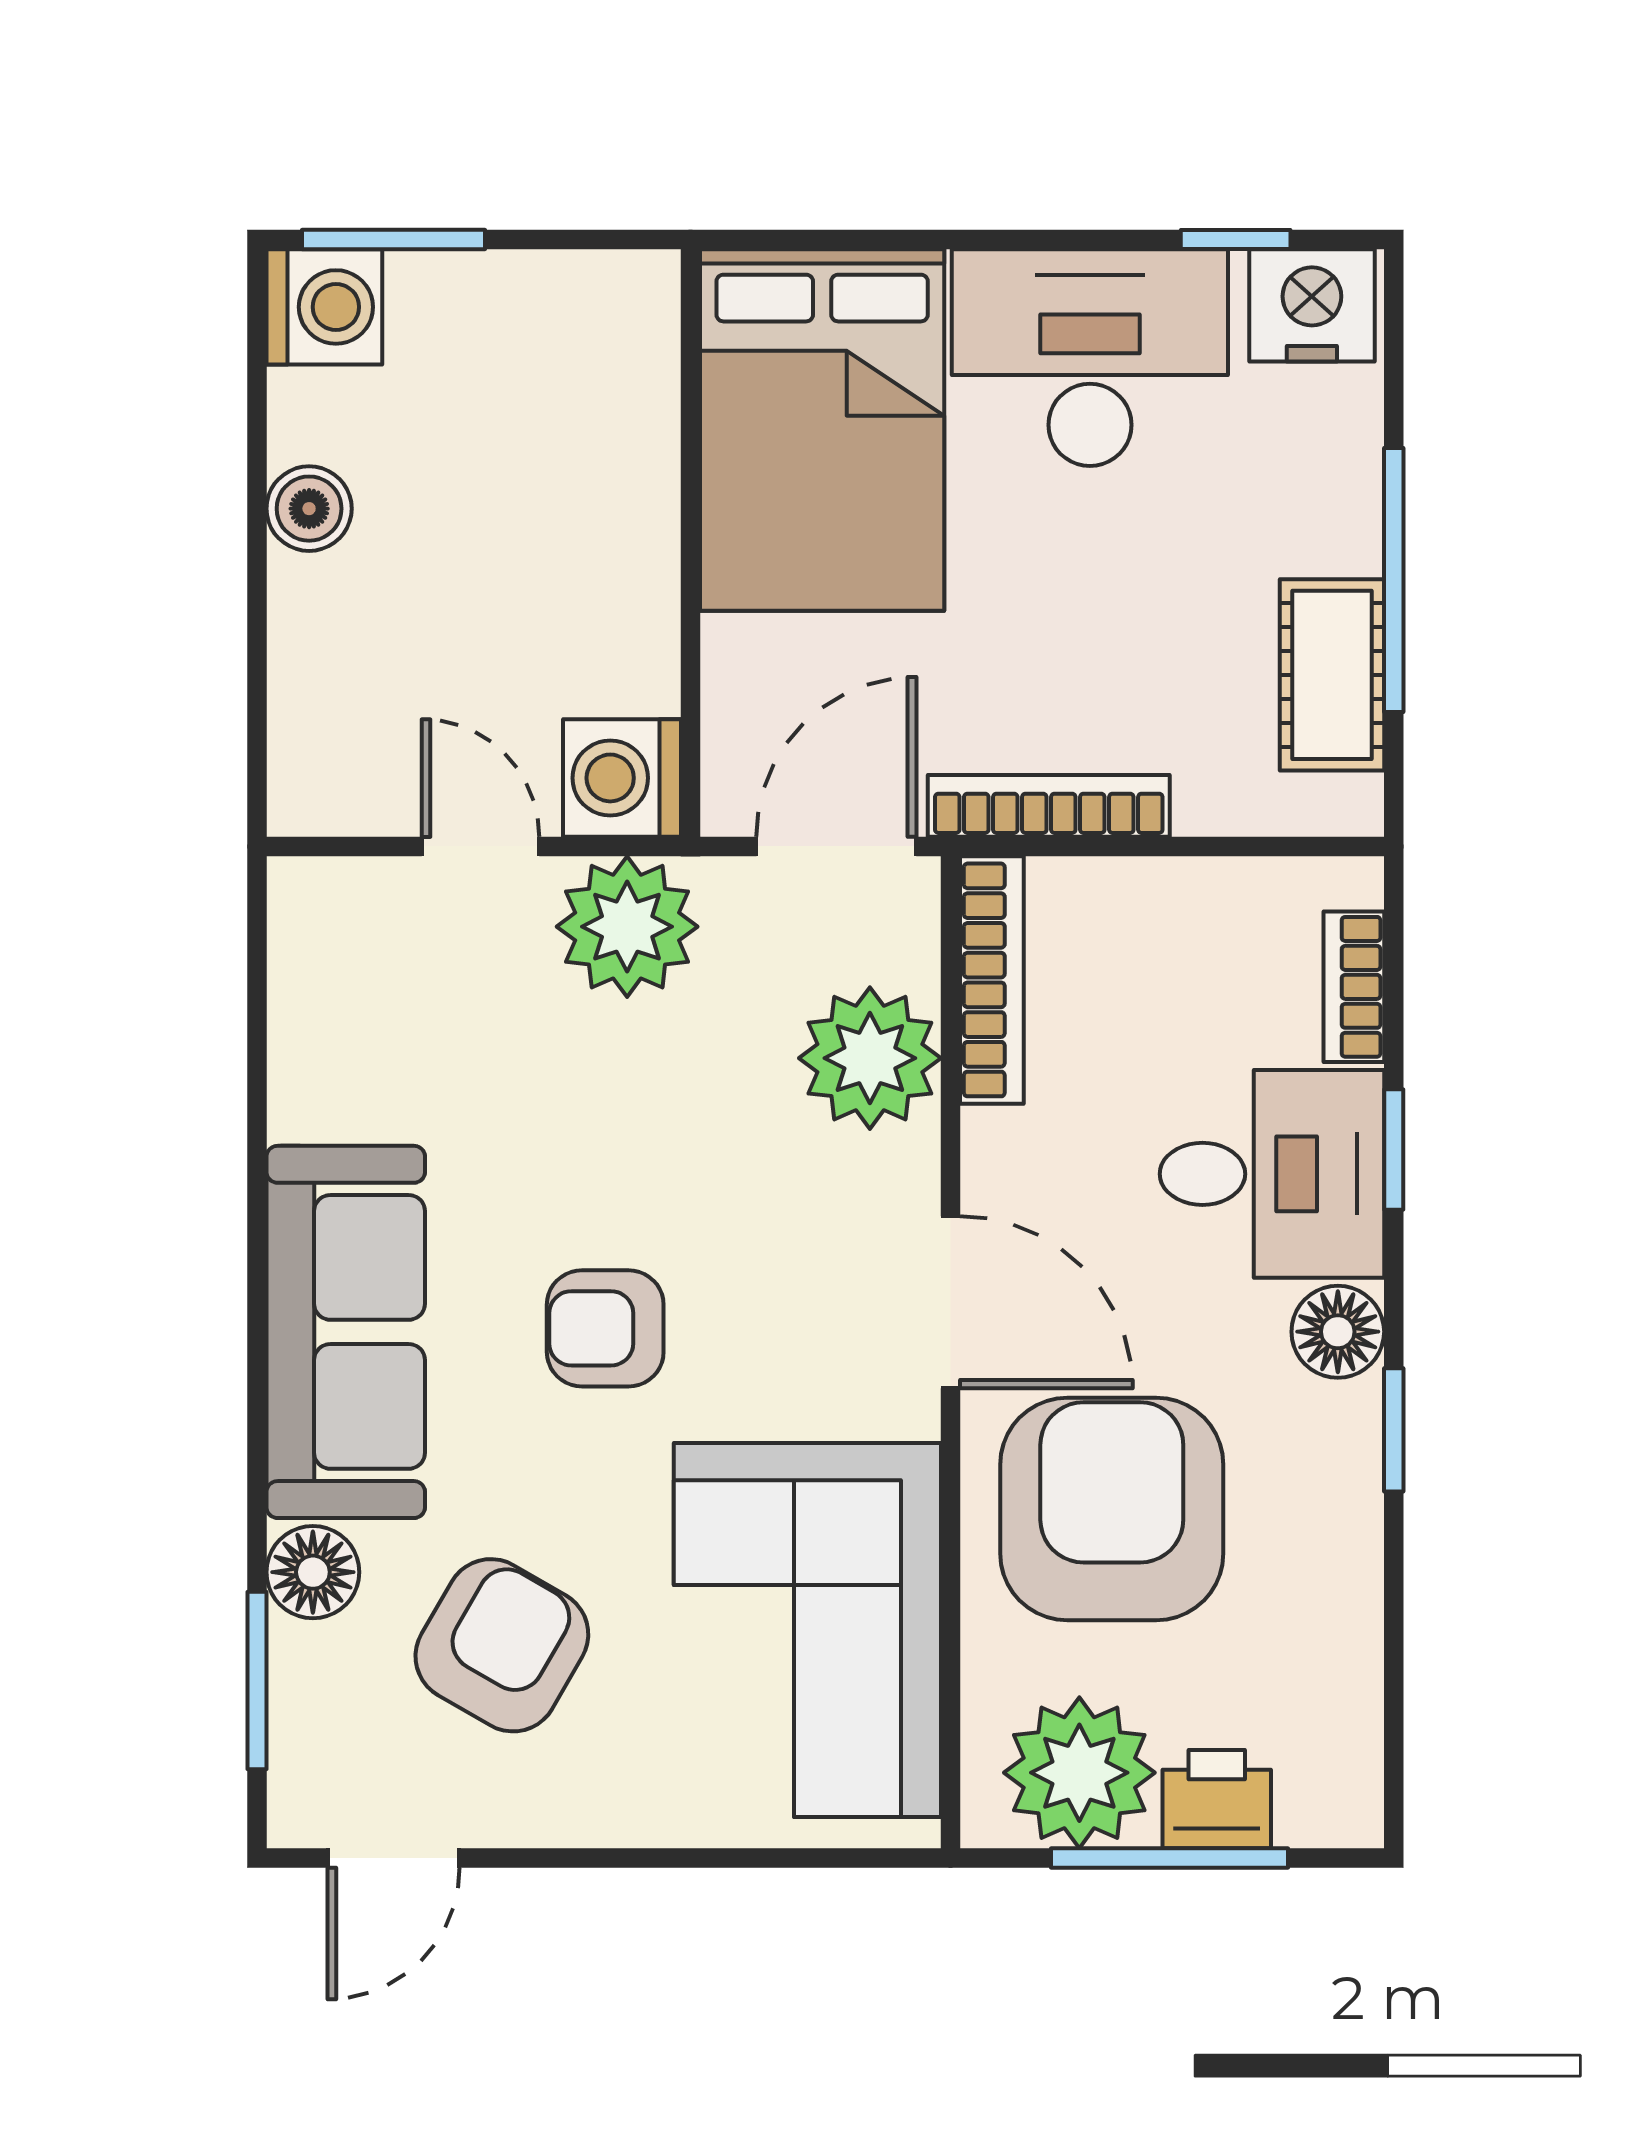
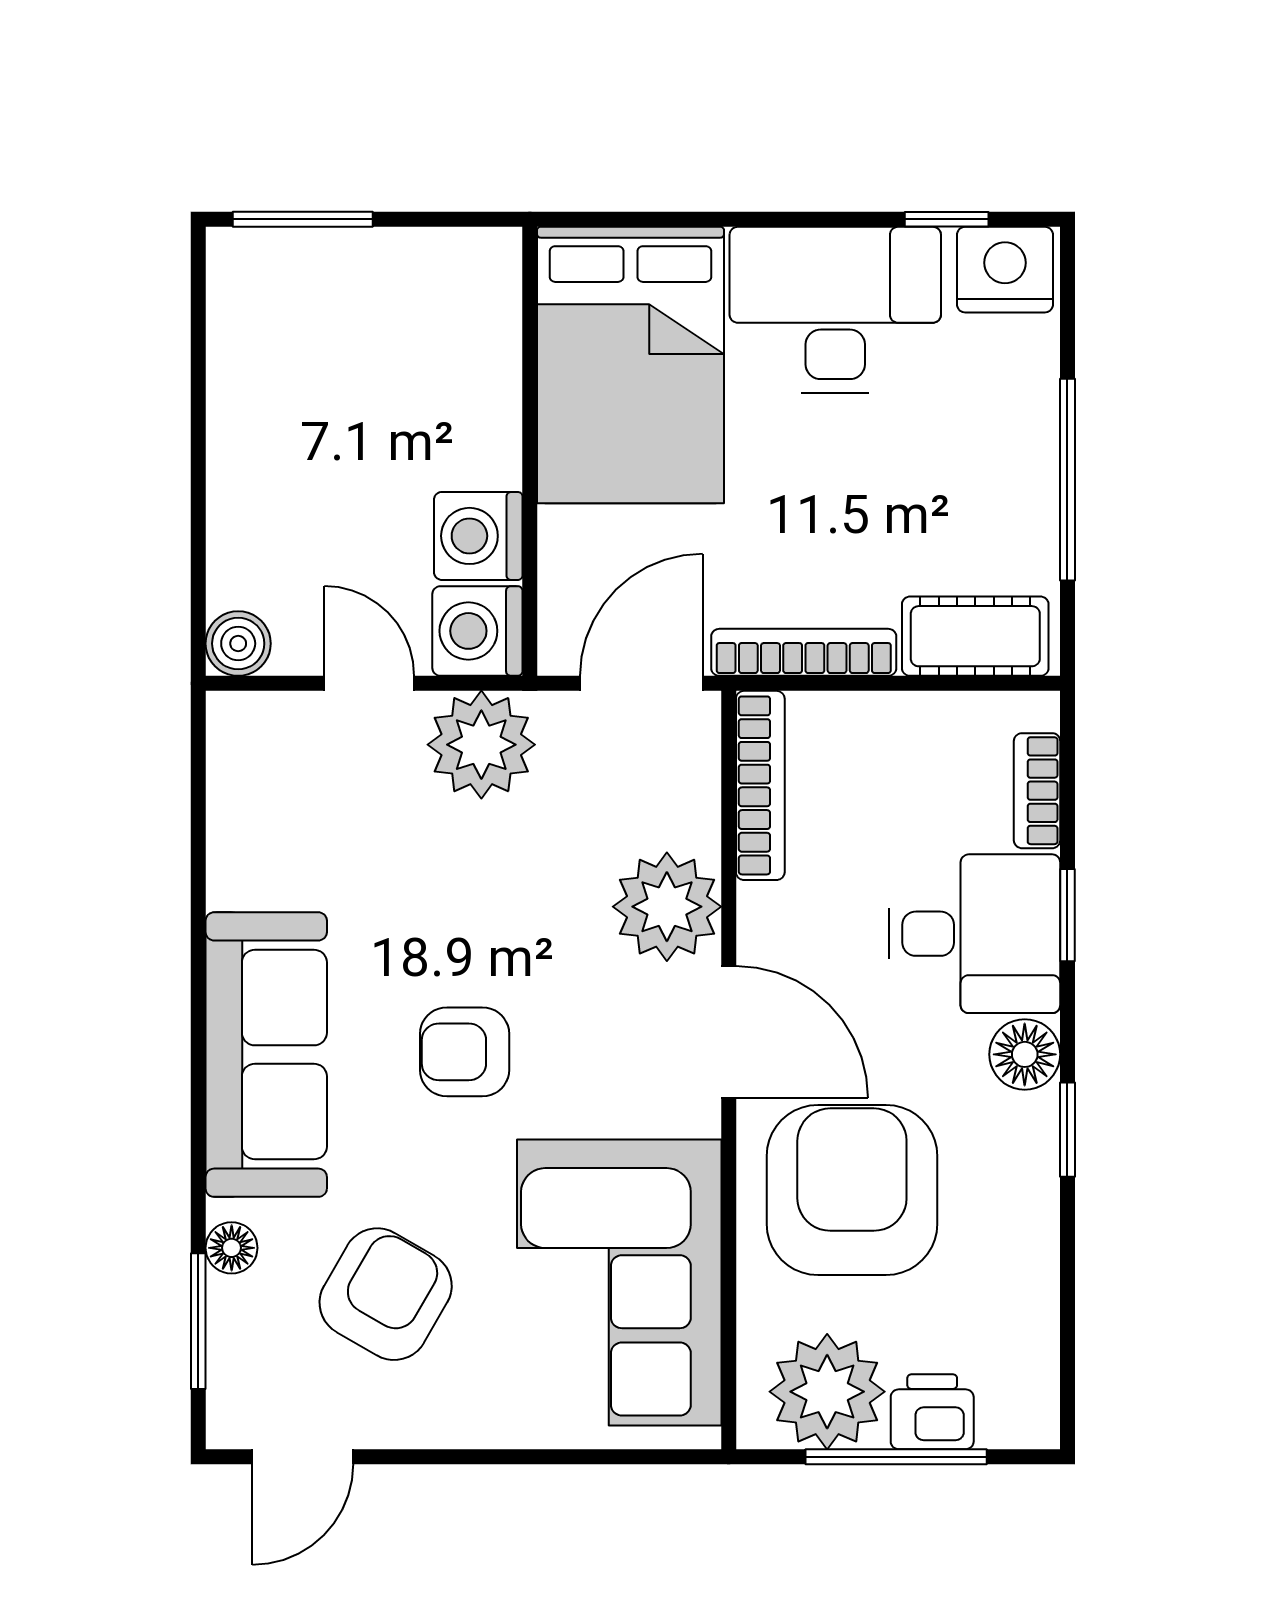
washing machine: (324, 307) -> (478, 536), moved, turned 180
boiler: (309, 509) -> (238, 644), moved
cot: (1332, 675) -> (975, 636), moved, turned 90
plant: (870, 1058) -> (667, 907), moved
floor lamp: (313, 1572) -> (232, 1248), width x0.73, depth x0.73

